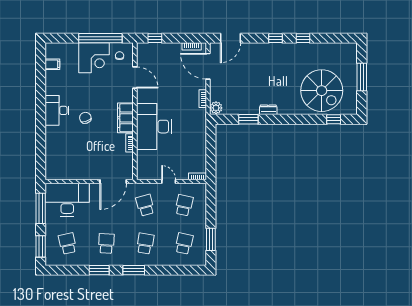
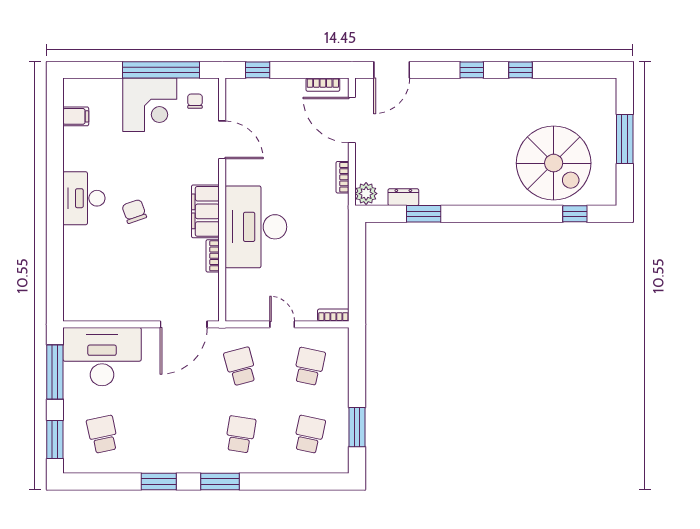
dresser: (268, 110) -> (403, 197), moved
school desk: (106, 243) -> (171, 434), removed

